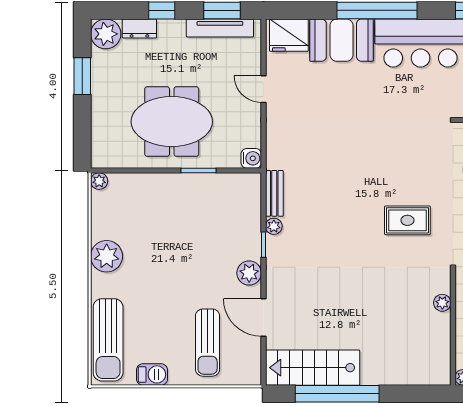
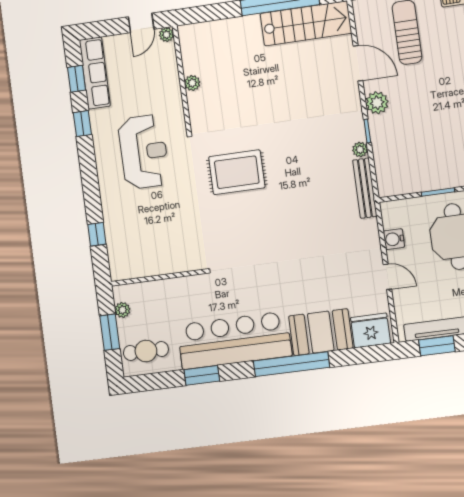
water cooler: (251, 158) -> (394, 239), moved
bench: (274, 193) -> (365, 188), width x1.36
rug: (407, 220) -> (237, 172), width x1.36, depth x1.43
plant: (442, 303) -> (192, 83), moved

